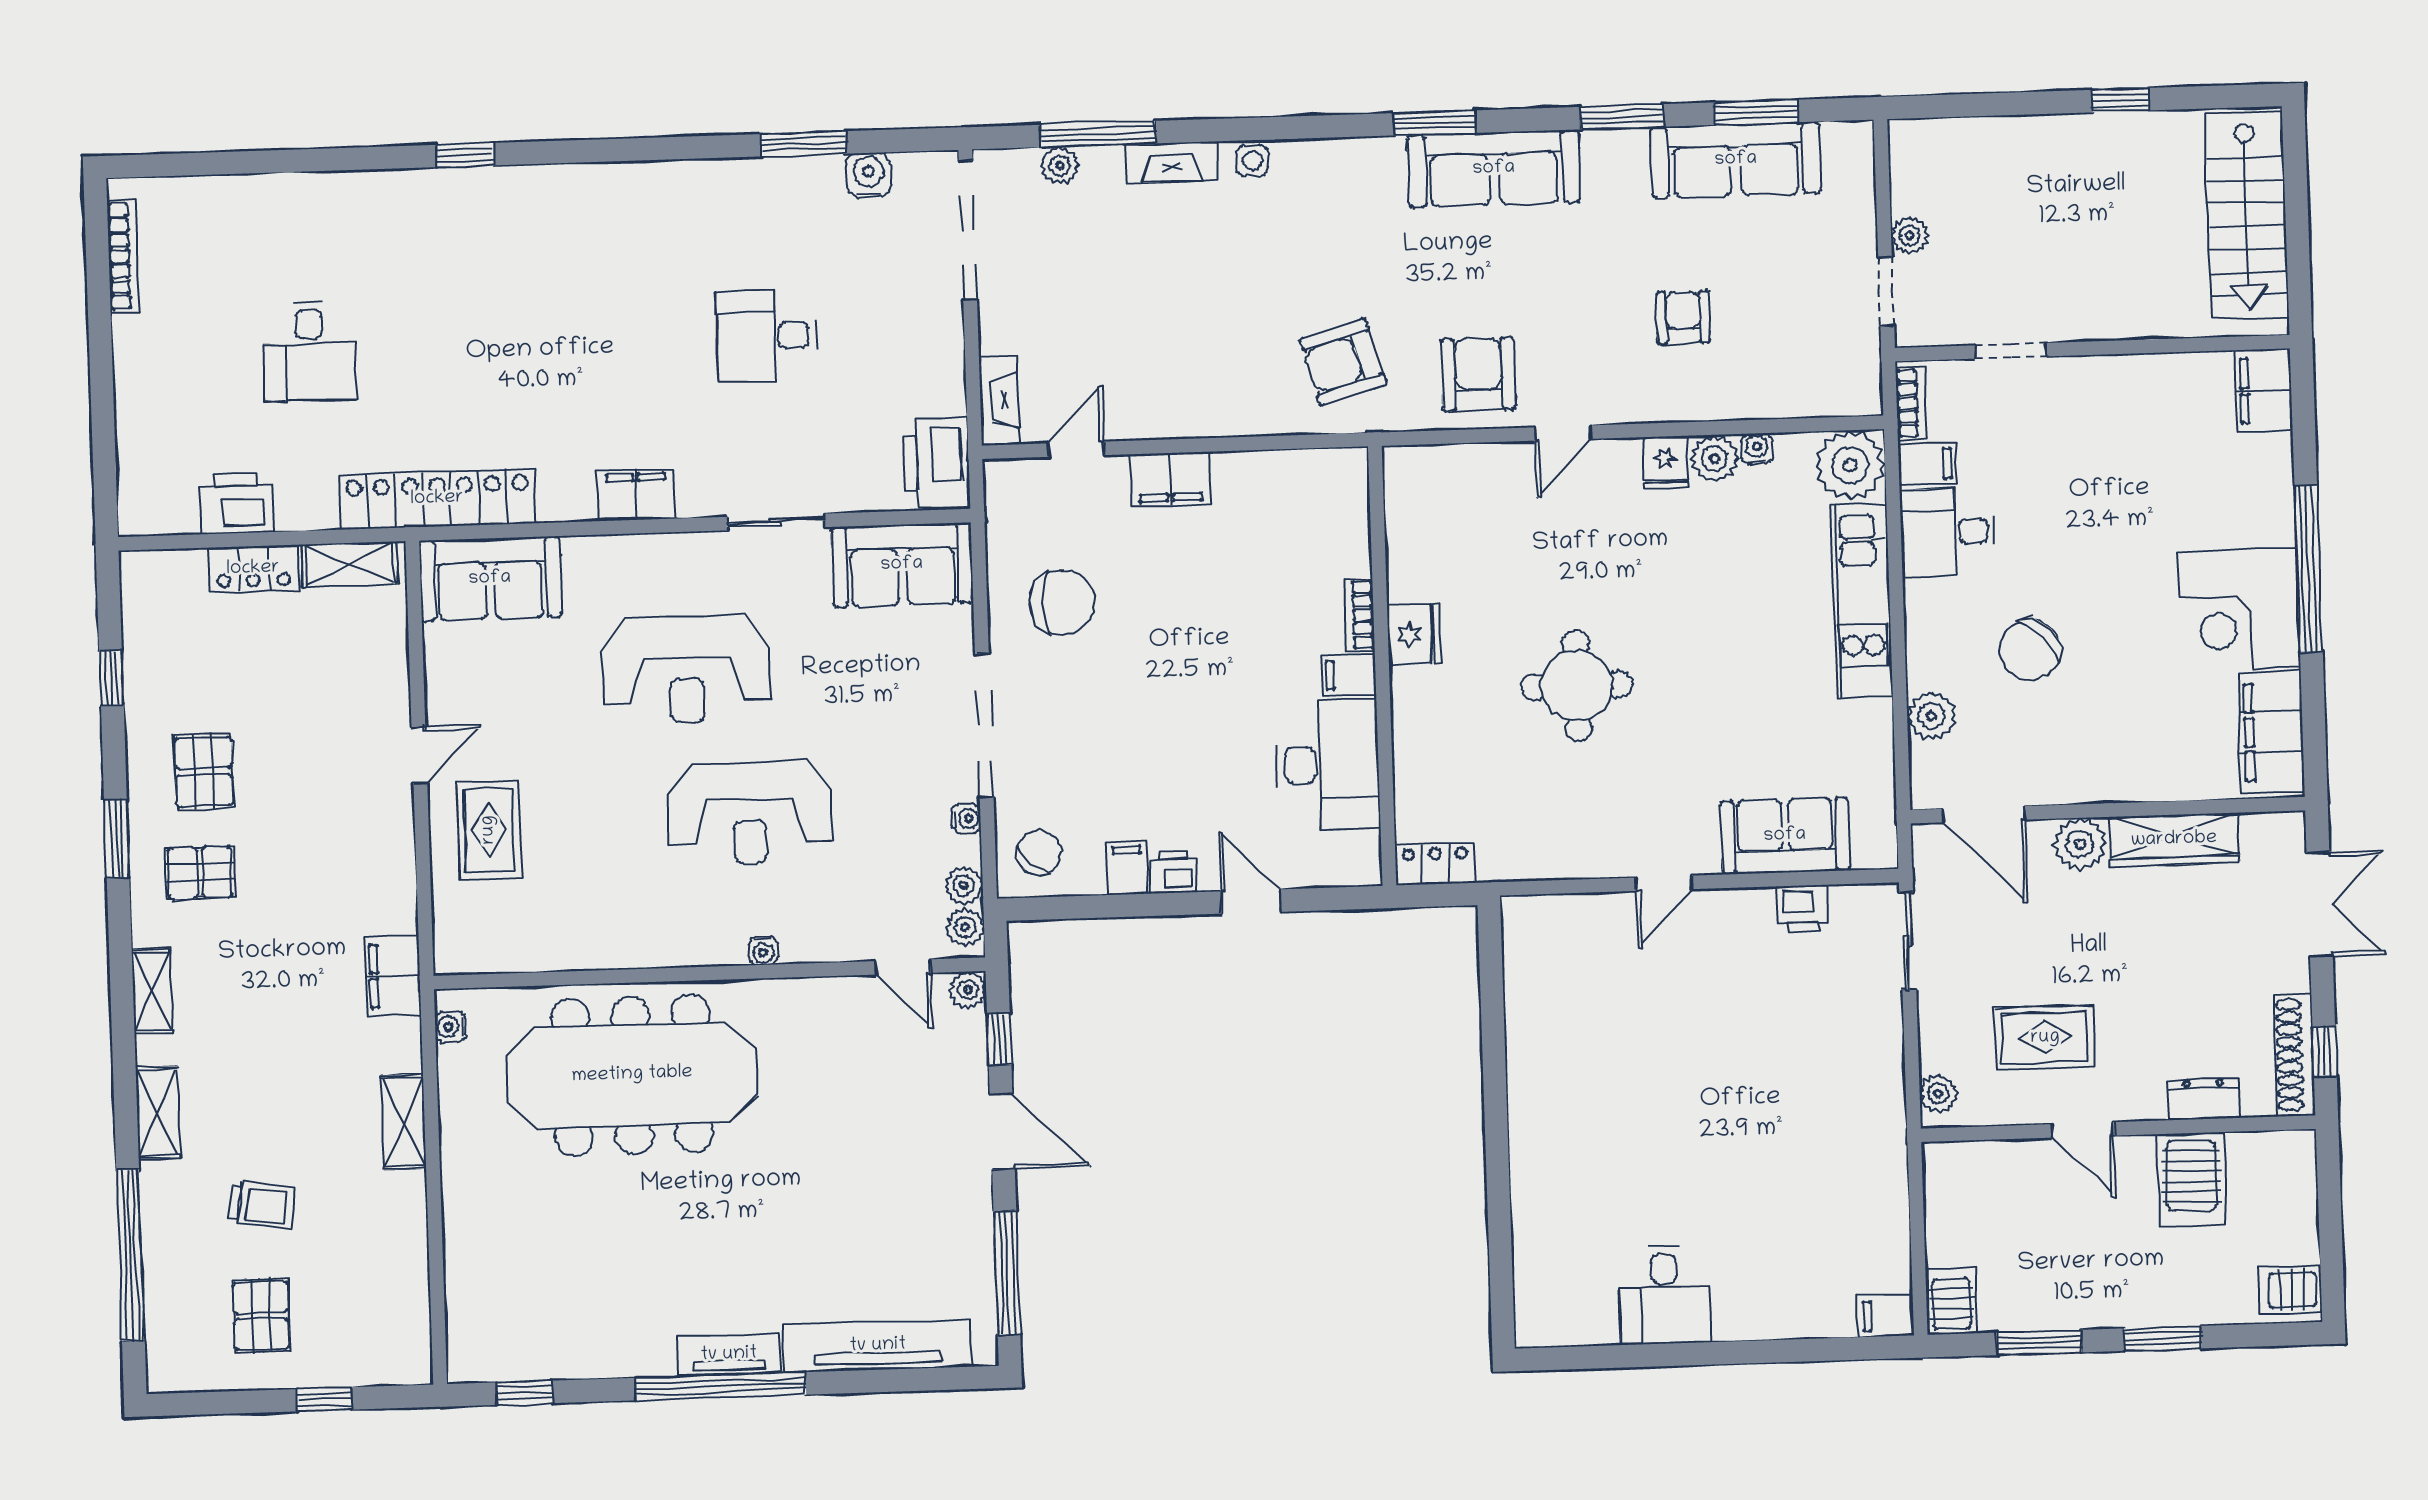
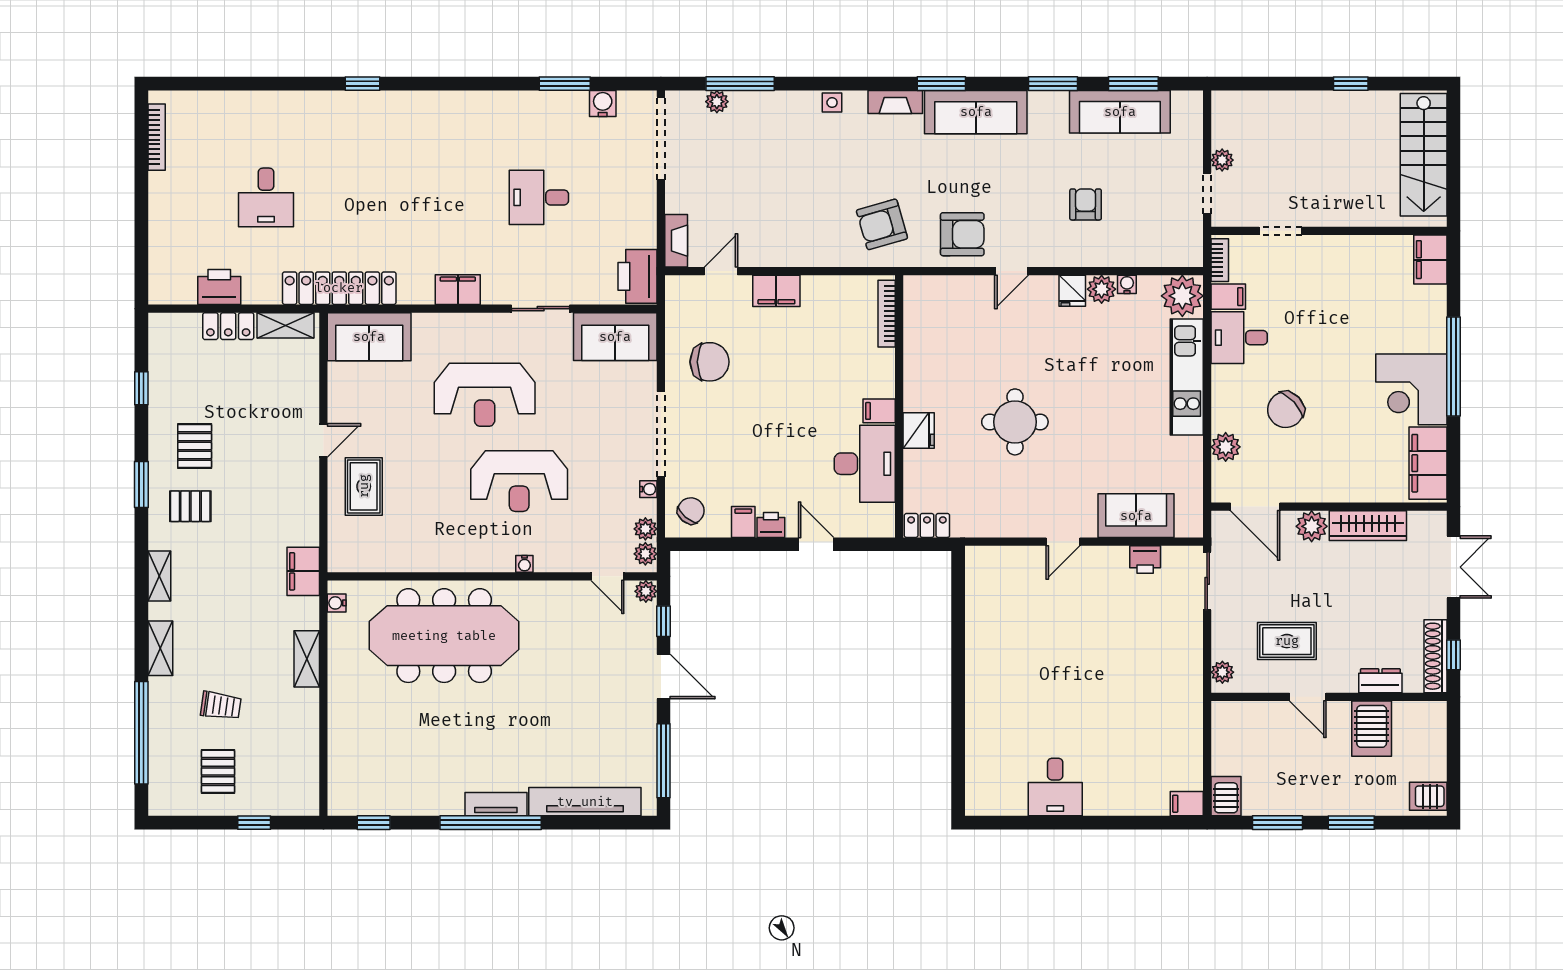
fireplace: (1171, 162) -> (895, 102), moved
armchair: (1478, 374) -> (962, 234), turned 90
bookcase: (1359, 615) -> (887, 314), moved, width x1.56
fridge: (1414, 634) -> (919, 431), moved

